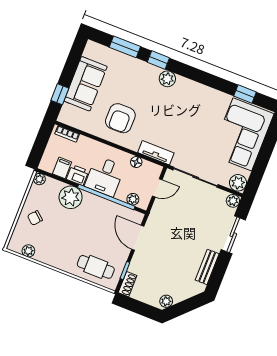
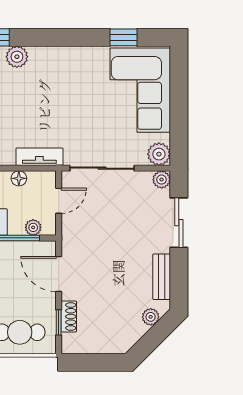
shoe rack: (128, 284) -> (69, 316), moved
plant: (166, 301) -> (151, 317), moved

